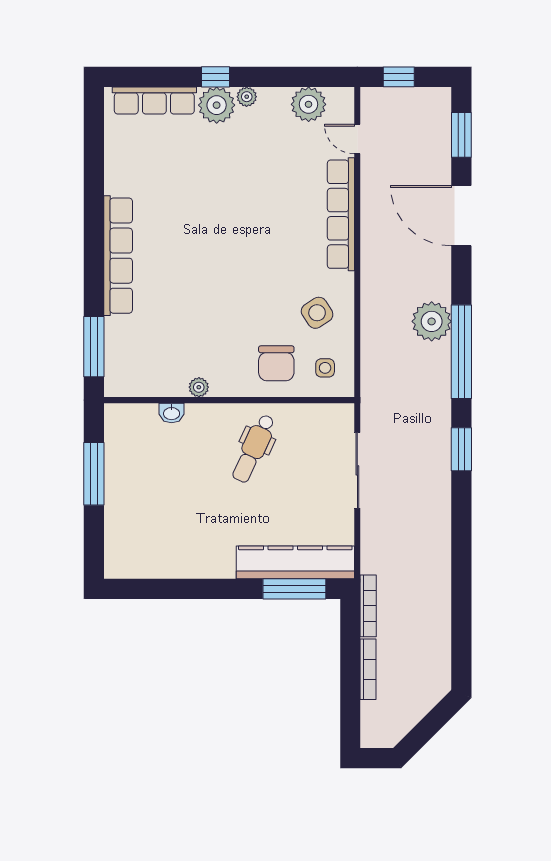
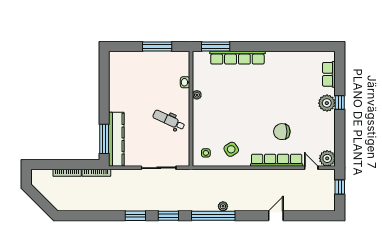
plant: (247, 97) -> (331, 117), removed
row of seats: (154, 100) -> (329, 74), width x0.68
plant: (309, 104) -> (327, 158), moved
window: (461, 135) -> (135, 216), moved
door: (357, 139) -> (311, 168), hinge flipped
door: (461, 216) -> (276, 216), width x0.53
row of seats: (118, 256) -> (237, 58), moved
plant: (432, 321) -> (223, 206), width x0.53, depth x0.53
chair: (276, 363) -> (282, 132), moved

